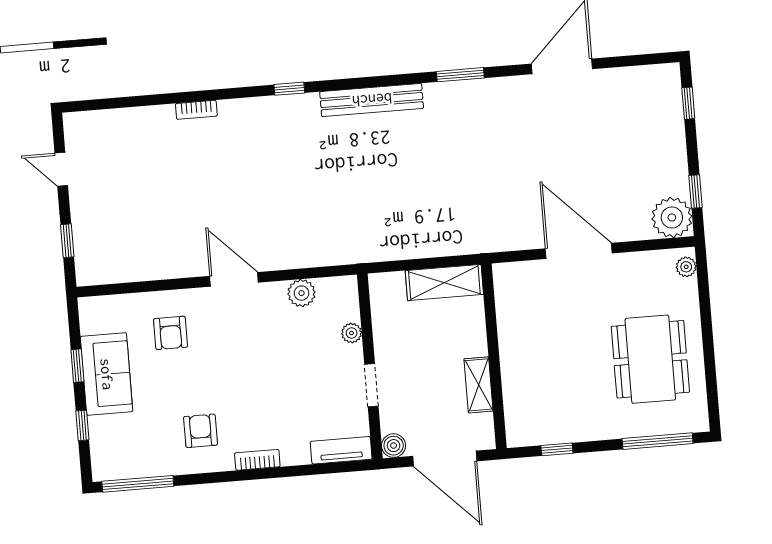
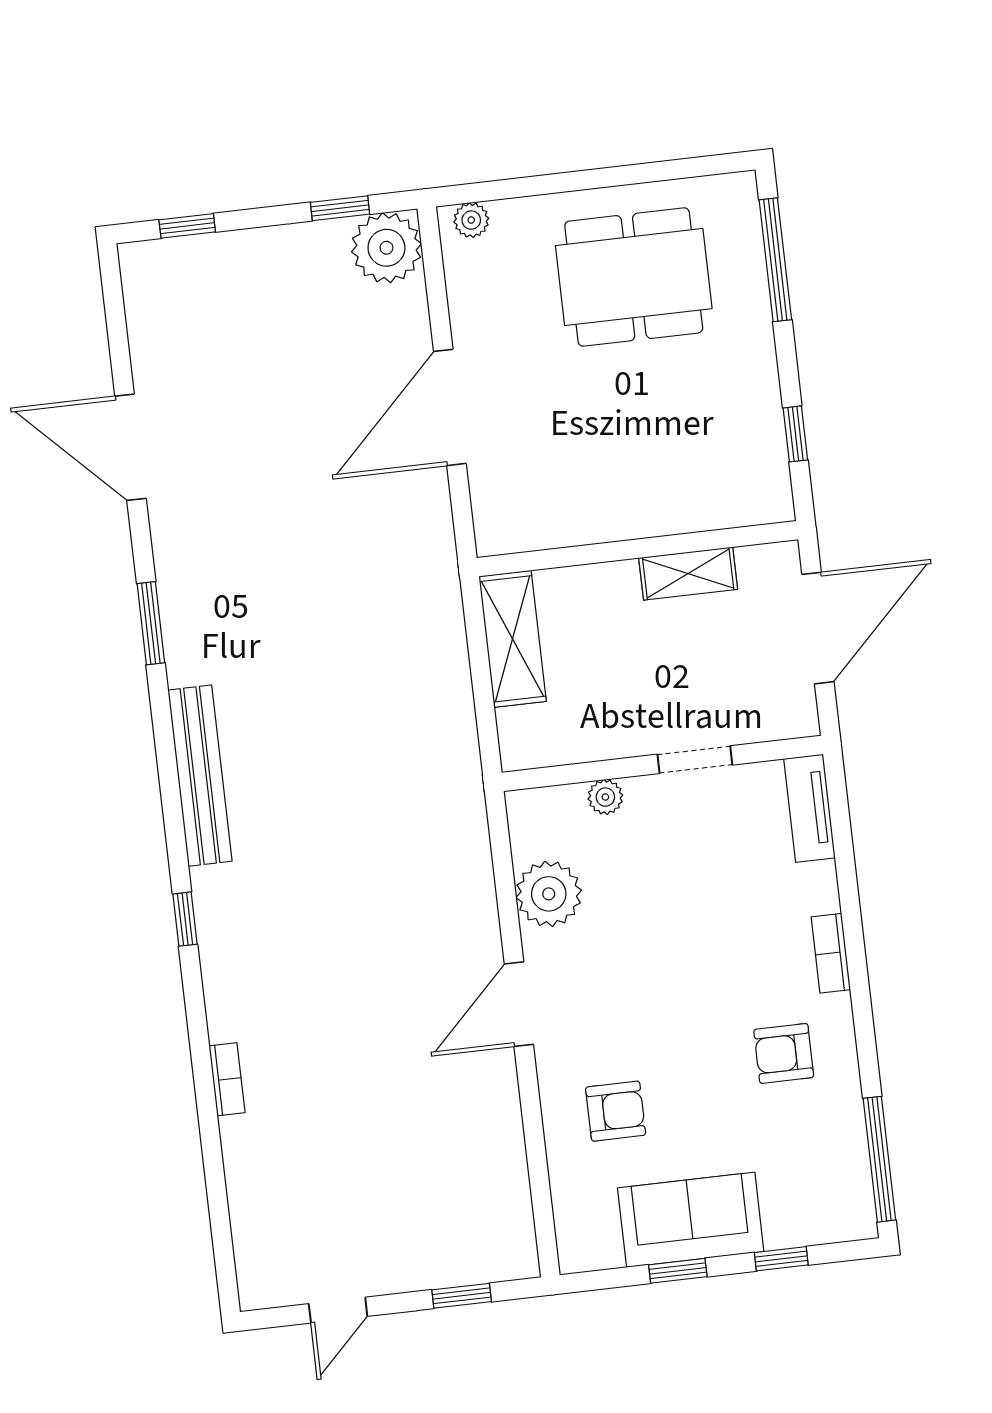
plant: (302, 293) -> (549, 894), width x1.36, depth x1.36
boiler: (394, 446) -> (798, 718), removed

